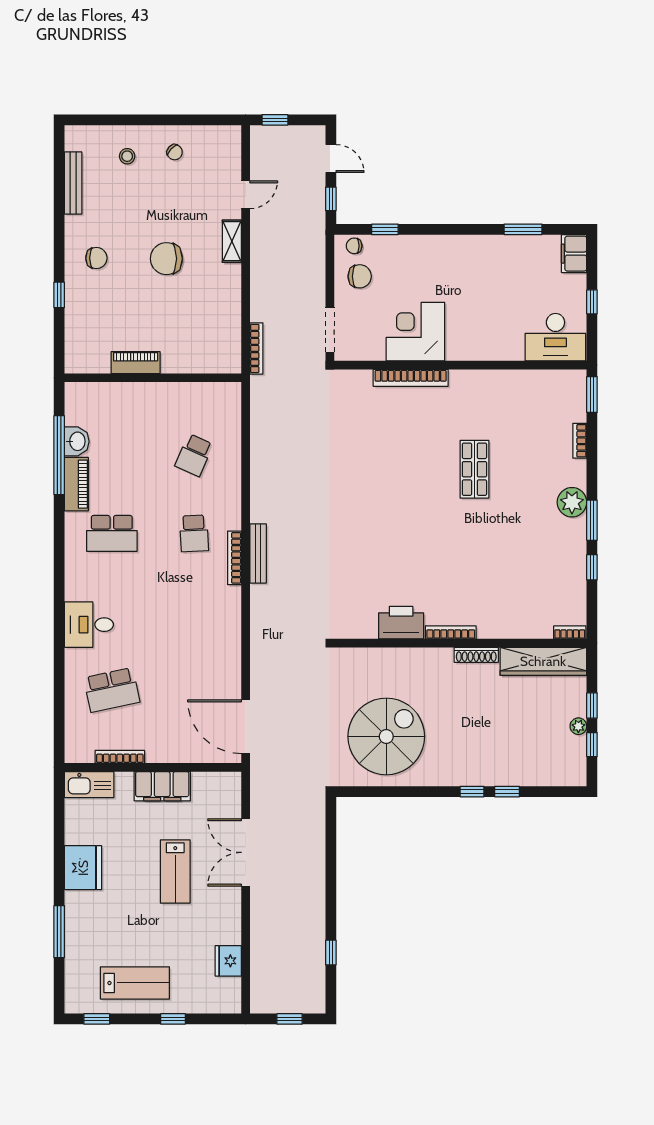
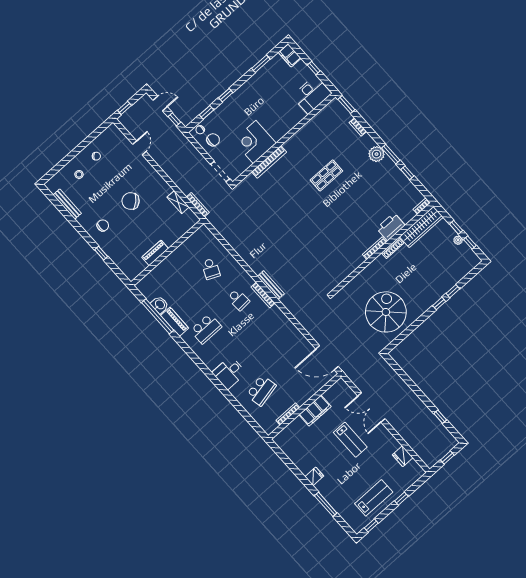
window: (434, 229) -> (226, 95), added
shelving: (232, 241) -> (178, 202), moved
chair: (166, 259) -> (131, 201), turned 48
shop shelf: (474, 469) -> (326, 175), turned 90
printer: (401, 623) -> (391, 227), moved
kitchen sink: (89, 785) -> (286, 436), removed
fridge: (83, 868) -> (314, 476), width x0.53, depth x0.75

